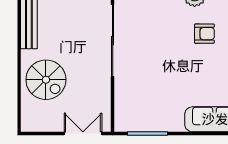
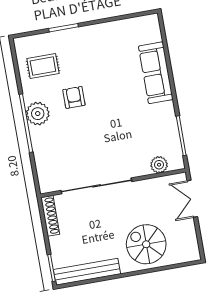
spiral stairs: (46, 80) -> (146, 244), turned -90
plant: (123, 106) -> (159, 165), added

